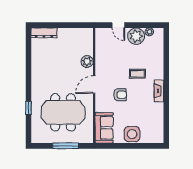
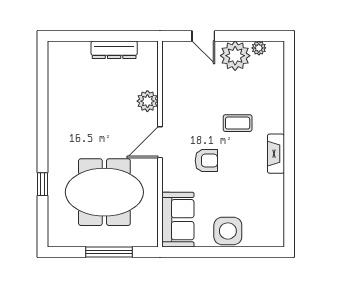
dresser: (44, 33) -> (114, 50), moved

